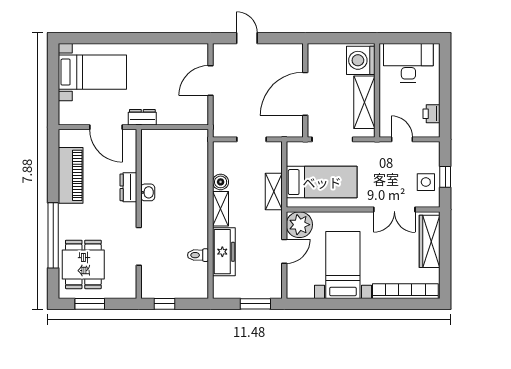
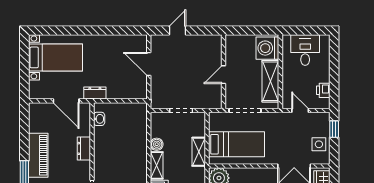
door: (247, 38) -> (177, 31), hinge flipped
desk: (408, 63) -> (305, 50), width x0.73
door: (211, 80) -> (149, 64), hinge flipped
door: (305, 94) -> (224, 75), width x0.53
piano: (71, 175) -> (38, 155), moved
window: (445, 177) -> (334, 129), moved
washbasin: (148, 192) -> (99, 119), moved

